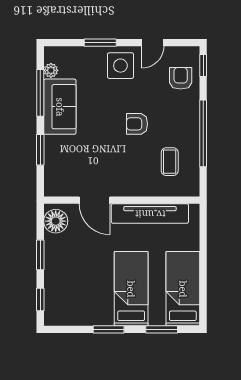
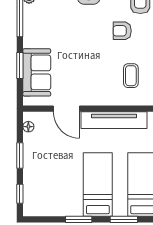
sofa: (60, 107) -> (37, 72), moved
armchair: (137, 124) -> (122, 31), moved
floor lamp: (56, 221) -> (28, 127), width x0.53, depth x0.53

